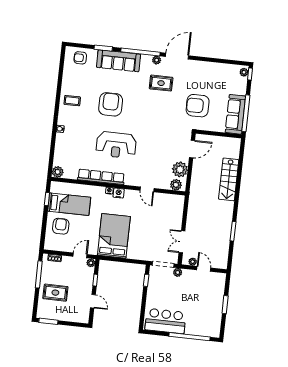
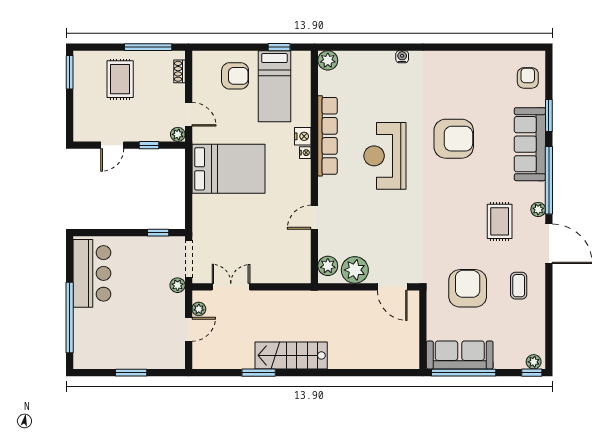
coffee table: (72, 101) -> (519, 286), moved
stairs: (229, 179) -> (291, 355), moved
nightstand: (119, 193) -> (303, 136), moved

